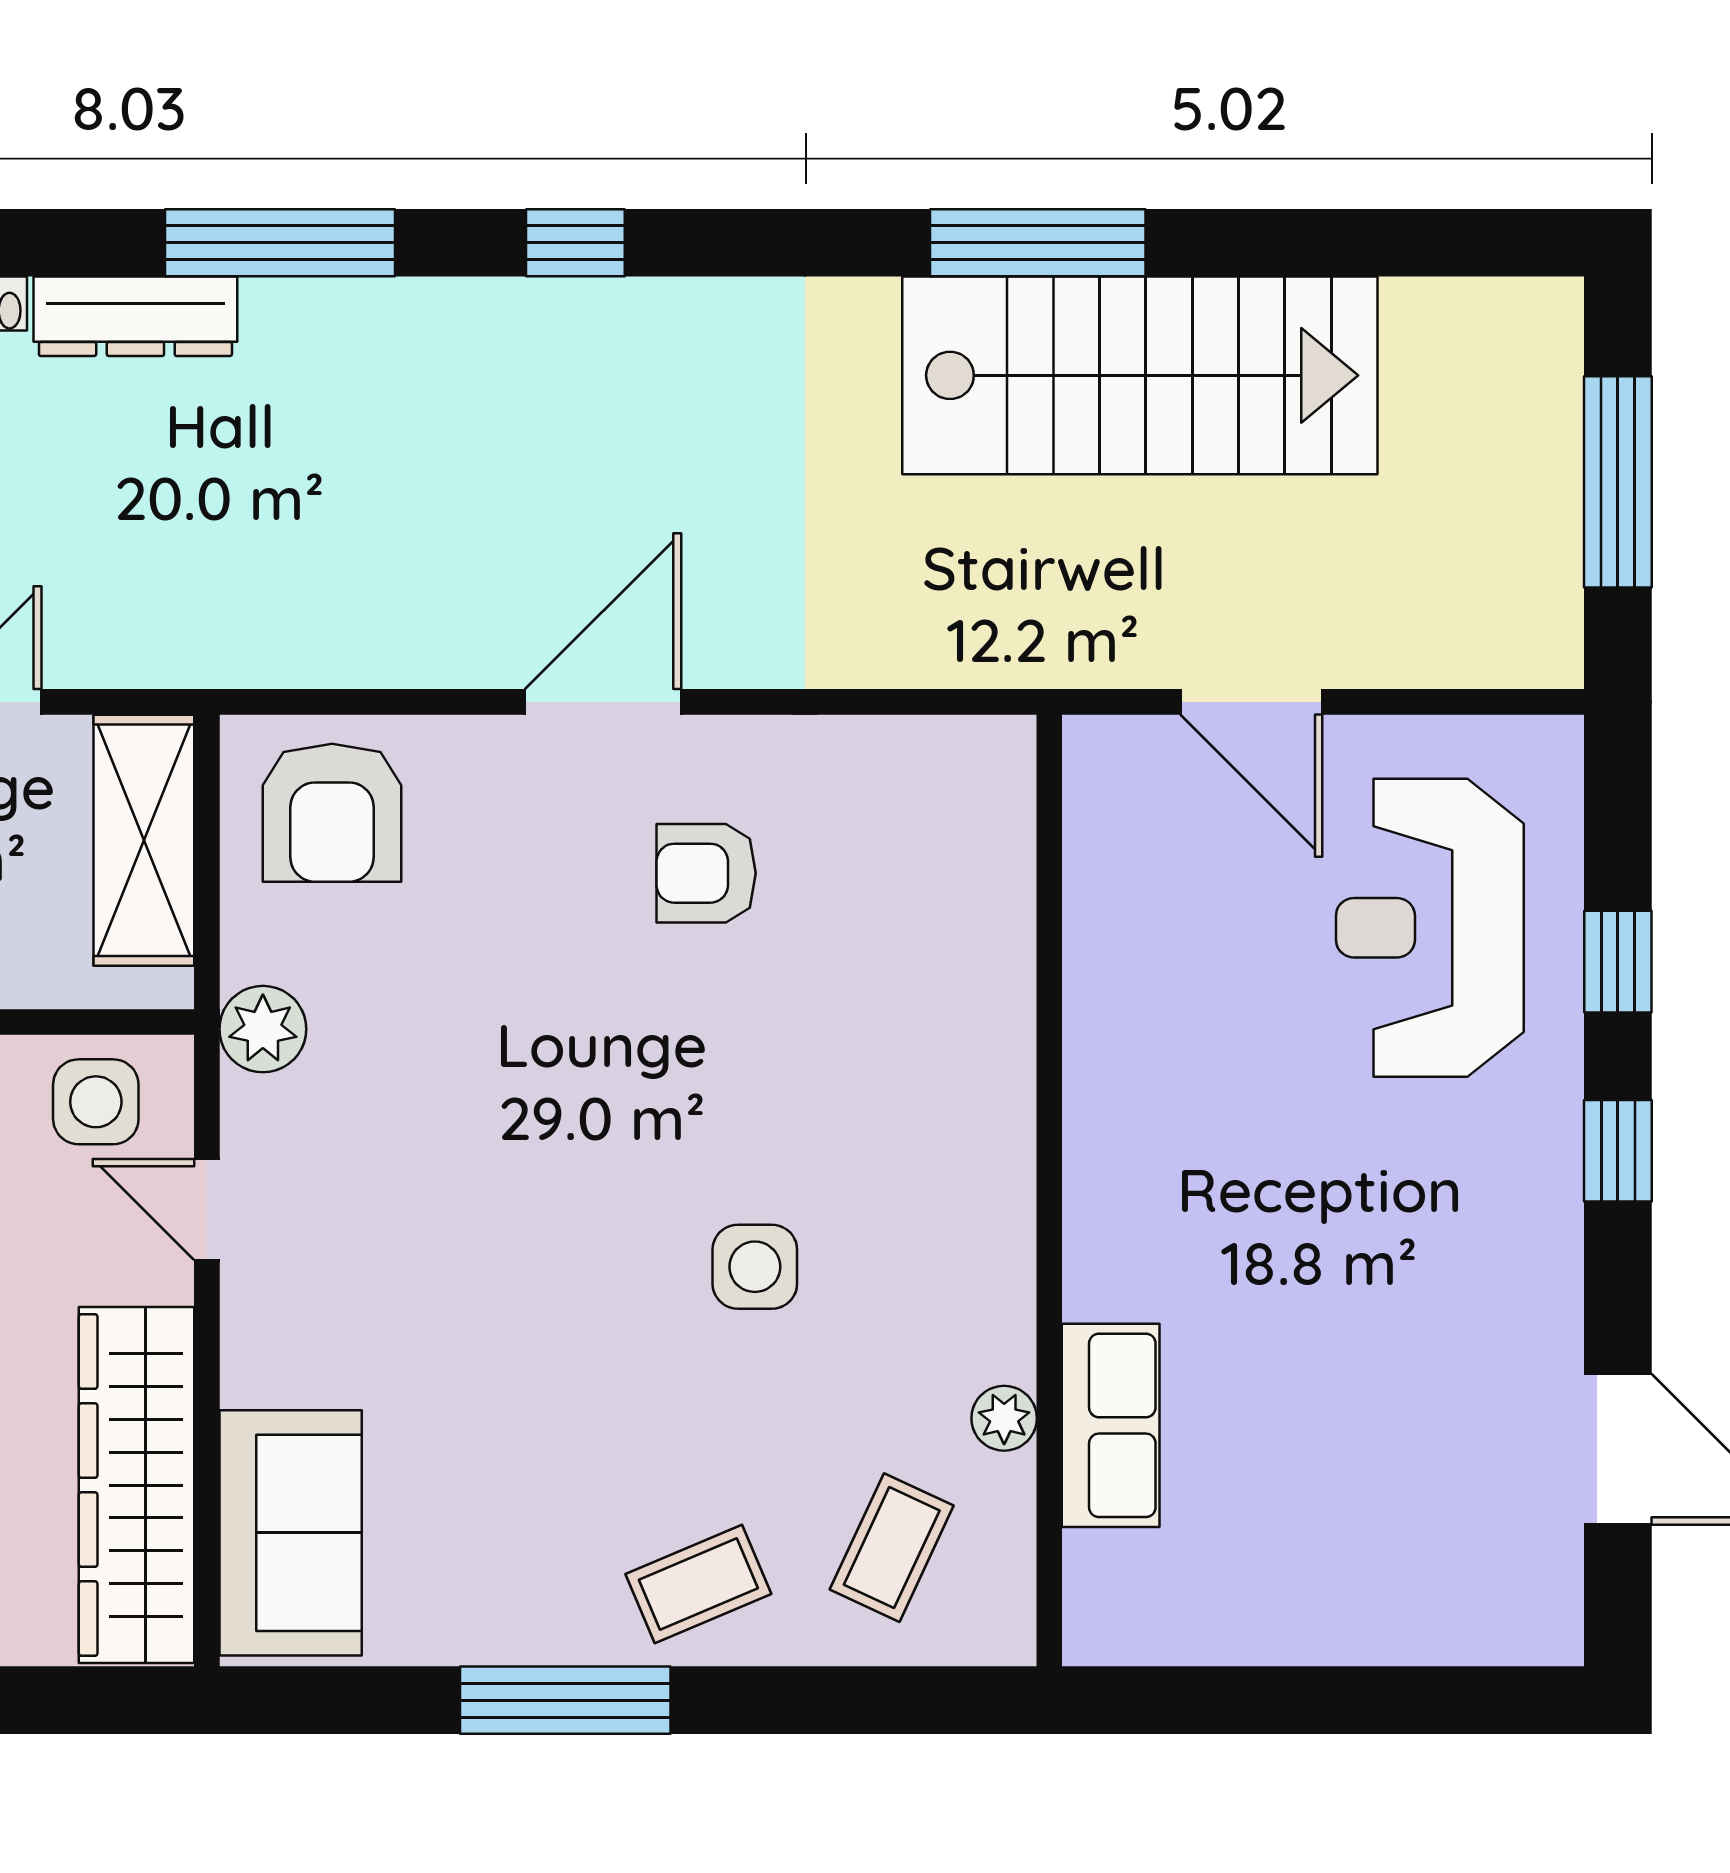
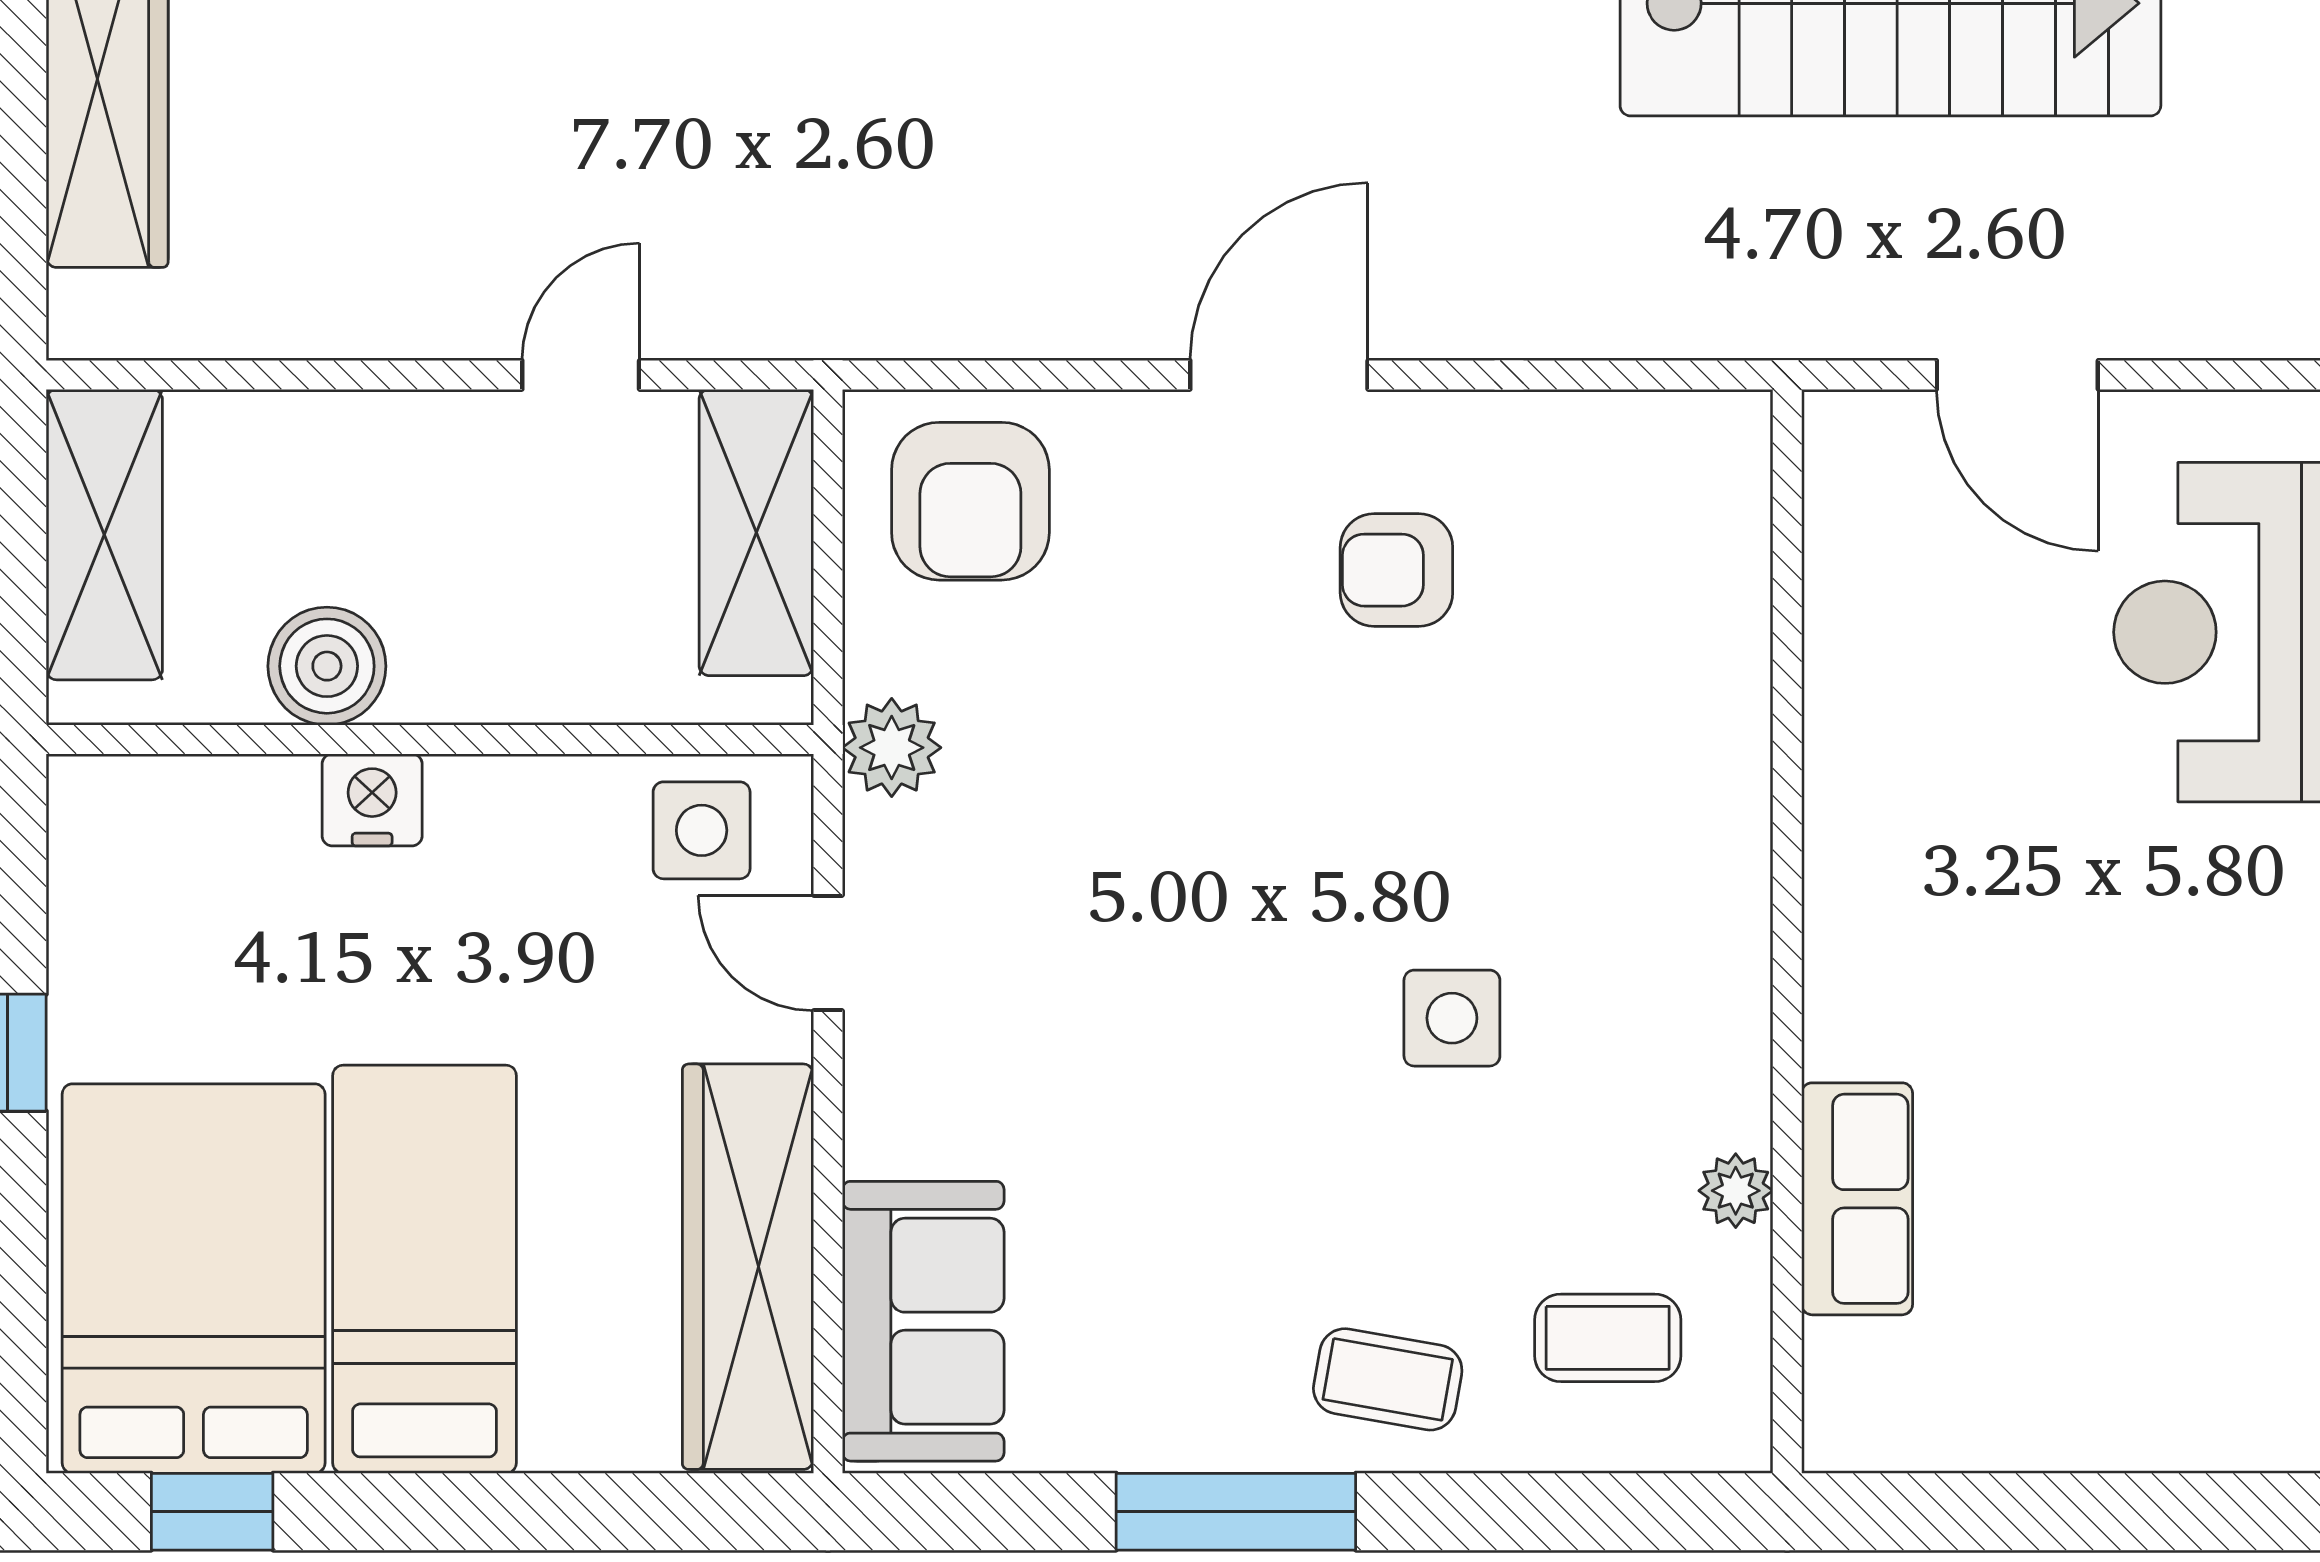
coffee table: (892, 1548) -> (1608, 1338), turned 65
coffee table: (698, 1584) -> (1388, 1379), turned 33

